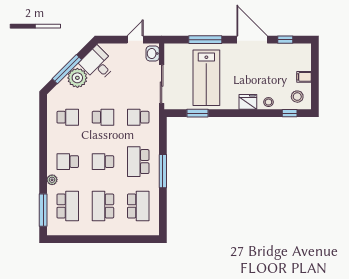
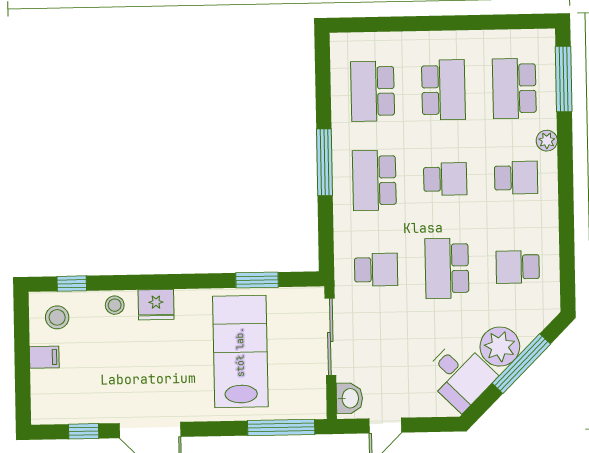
window: (205, 40) -> (281, 428), moved
school desk: (103, 117) -> (447, 268), width x1.85
school desk: (138, 162) -> (374, 180), turned 180

